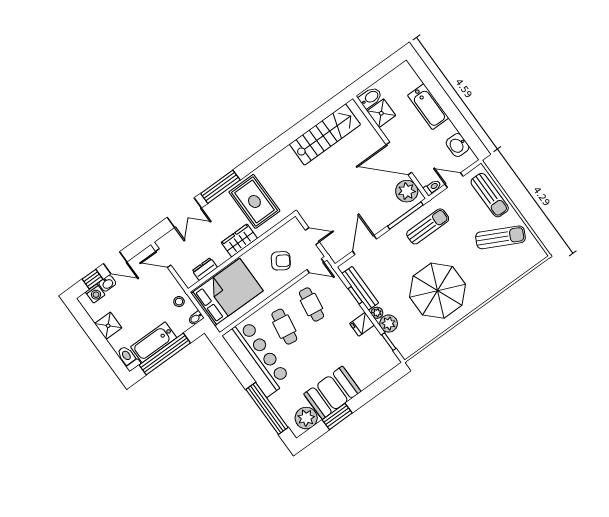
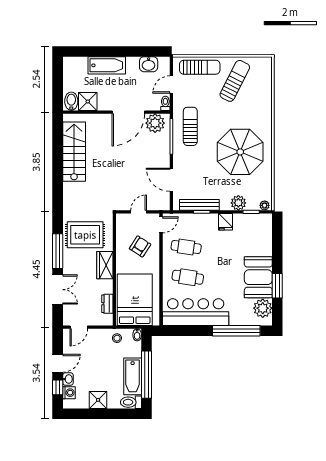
plant: (377, 313) -> (265, 205), moved

